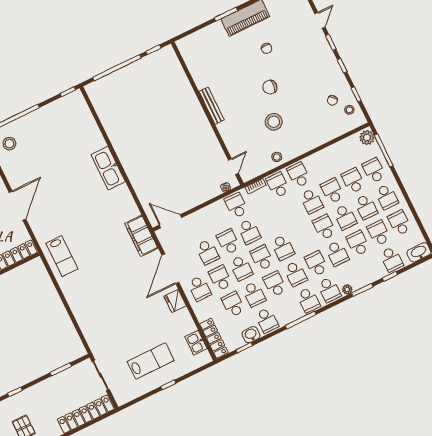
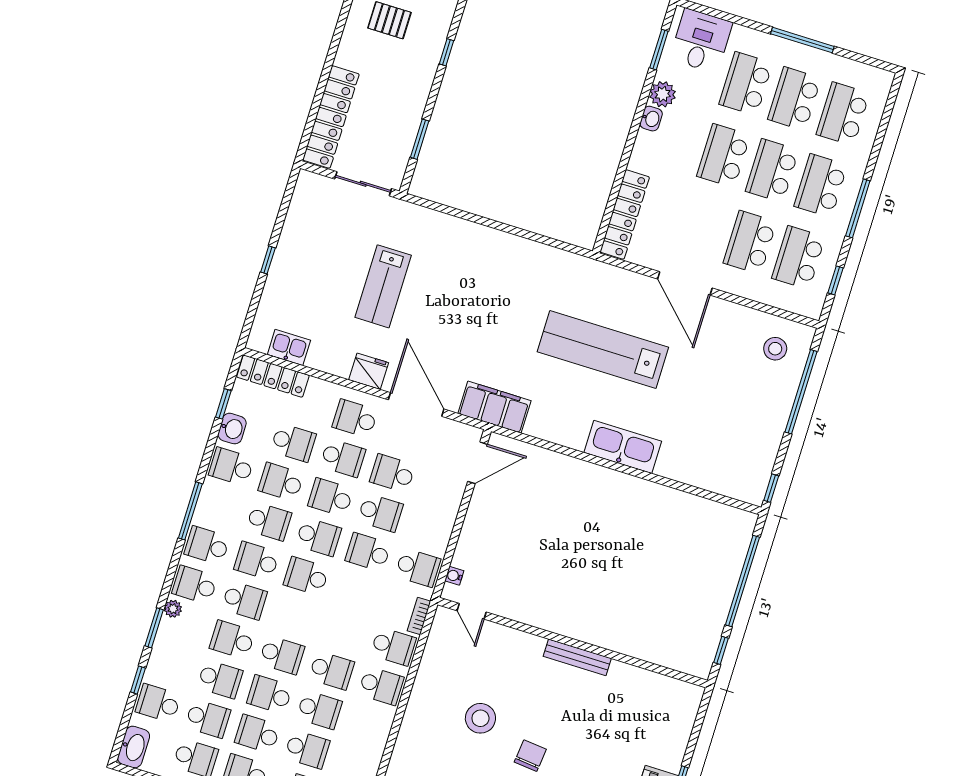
stool: (277, 157) -> (431, 679), removed
school desk: (311, 201) -> (331, 670), turned 180
lab bench: (62, 256) -> (603, 350), moved, width x1.86, depth x1.39
lab bench: (151, 361) -> (383, 286), moved

